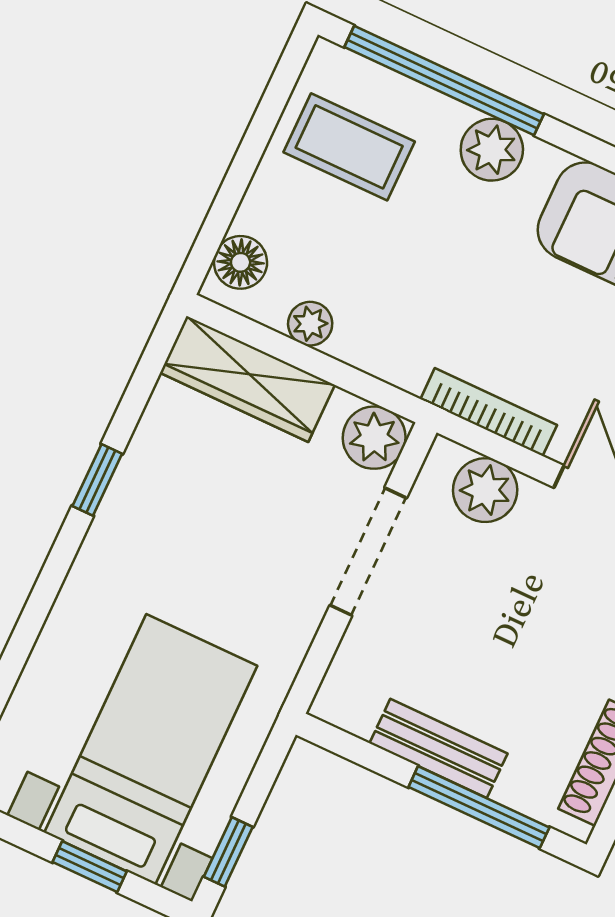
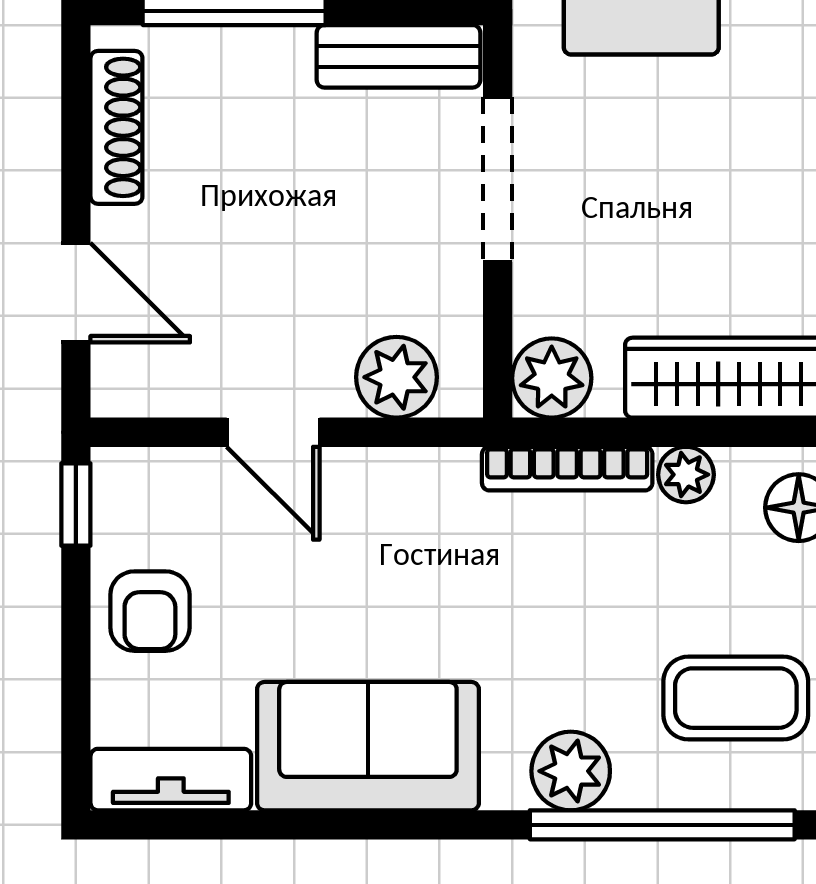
bookcase: (489, 412) -> (567, 469), moved
doorway: (368, 552) -> (498, 180), moved
bench: (439, 748) -> (398, 56), moved

